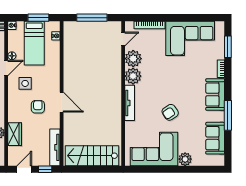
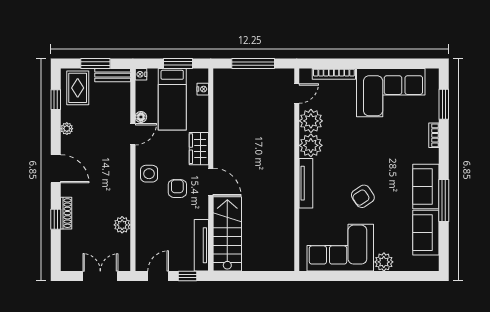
side table: (25, 83) -> (149, 174), moved
sofa: (215, 95) -> (426, 187), moved
wardrobe: (15, 134) -> (199, 149), moved, turned 180
stairs: (92, 156) -> (227, 234), moved, turned 90

